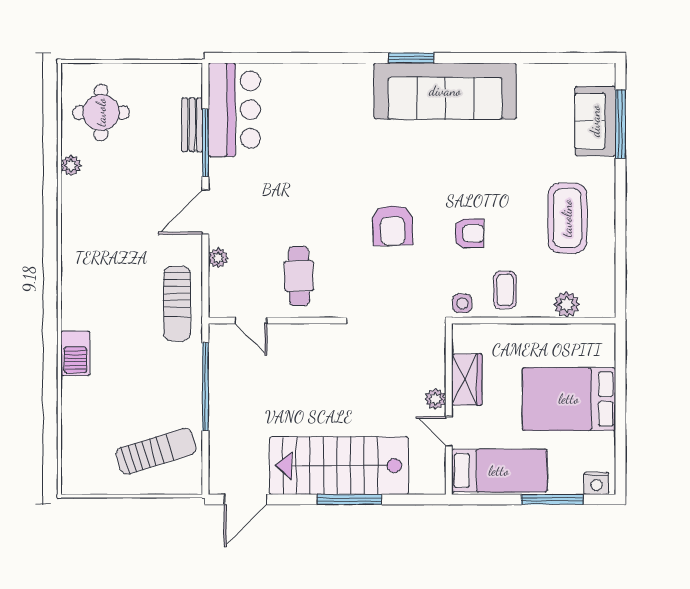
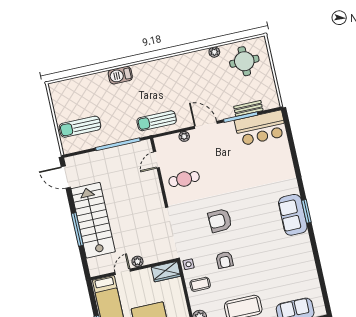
sofa: (445, 91) -> (293, 215), width x0.54, depth x0.79
wardrobe: (467, 379) -> (166, 272), moved
sun lounger: (156, 451) -> (80, 127), turned 107

